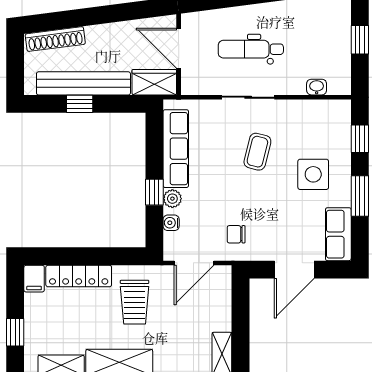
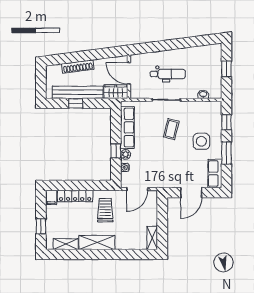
shoe rack: (55, 39) -> (78, 66), moved
dental chair: (251, 49) -> (168, 74), turned 180
chair: (236, 234) -> (160, 174), removed
trolley: (135, 302) -> (105, 210), turned 180

